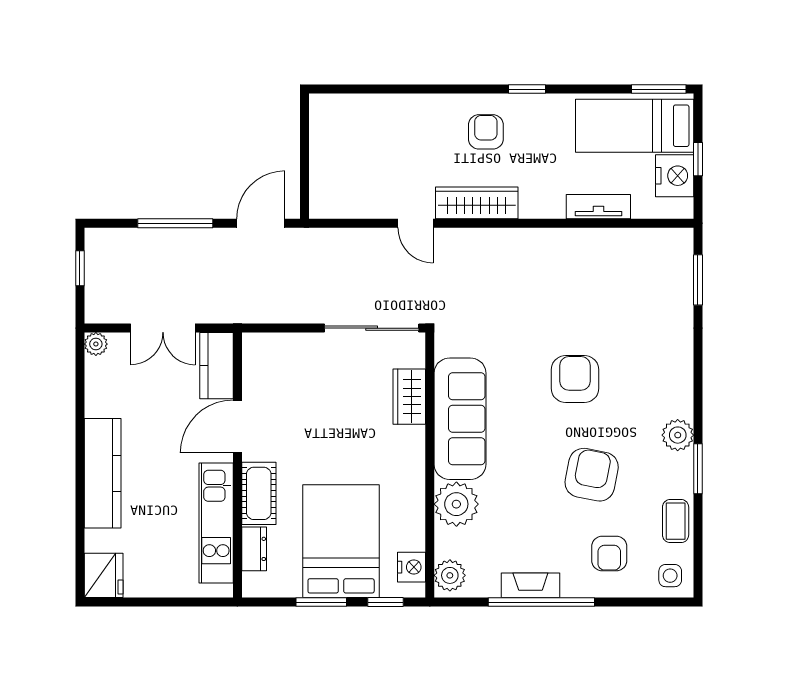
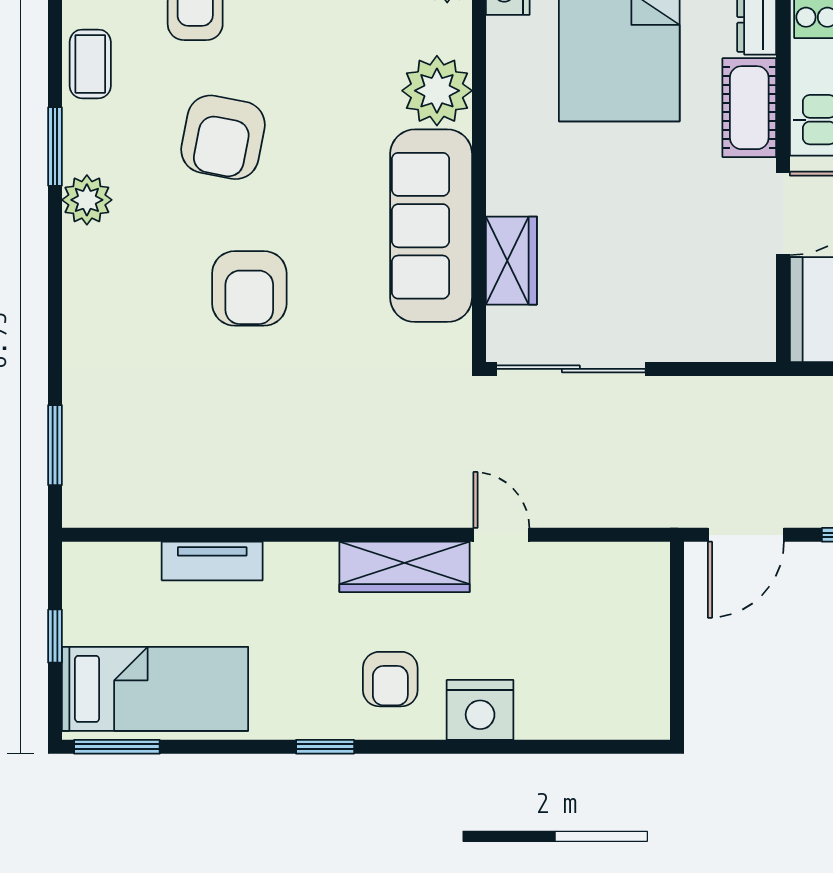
nightstand: (675, 176) -> (480, 710), moved, turned -90

